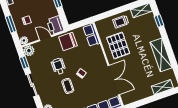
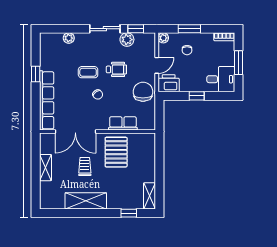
trolley: (121, 22) -> (85, 167), moved
row of seats: (91, 35) -> (123, 123), moved
pallet: (118, 46) -> (116, 152), turned 90
plant: (29, 51) -> (127, 40), moved
shelving: (162, 87) -> (45, 168), moved

